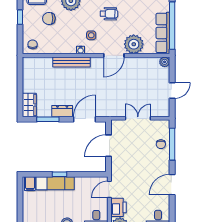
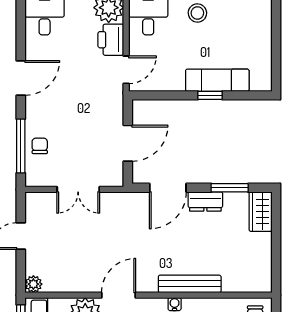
filing cabinet: (30, 184) -> (260, 80), removed

